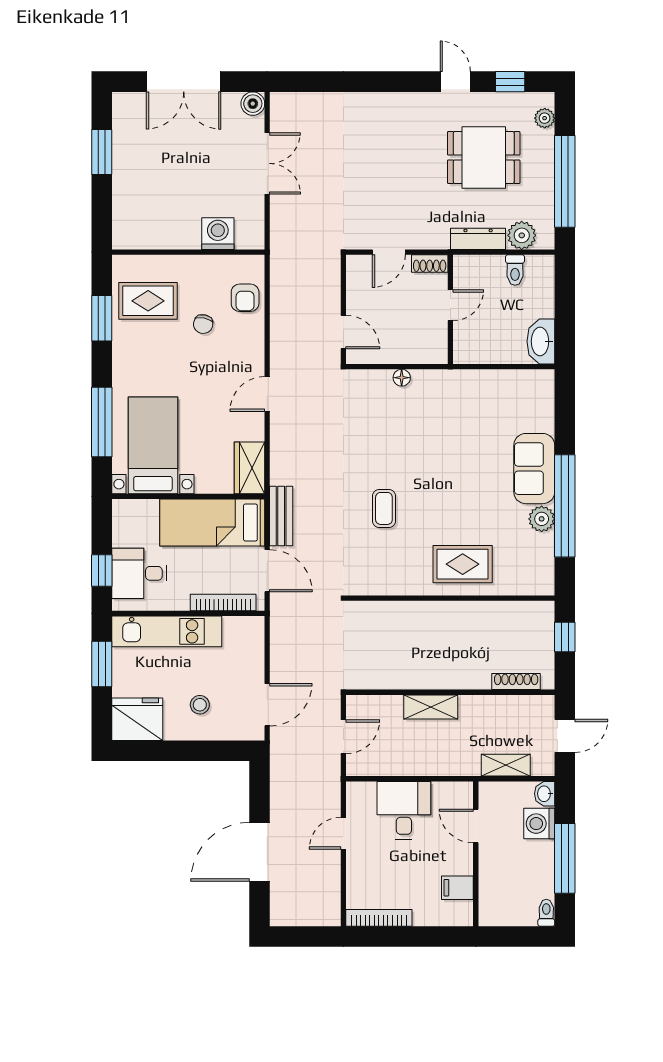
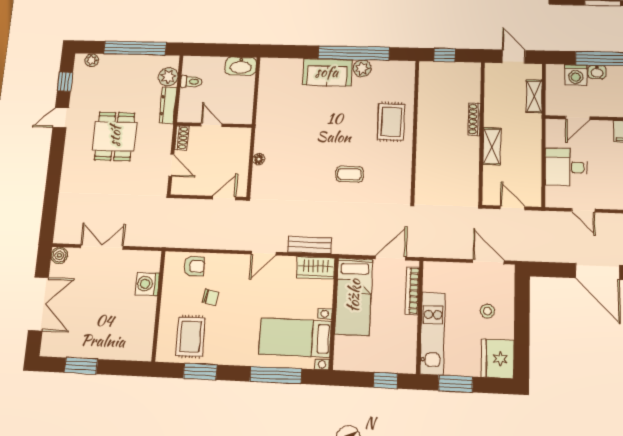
dining table: (484, 157) -> (115, 136), moved
door: (267, 394) -> (264, 253), hinge flipped
bench: (281, 516) -> (309, 245), moved
desk: (139, 573) -> (389, 352), removed
shoe rack: (516, 682) -> (474, 119), moved
washbasin: (545, 794) -> (597, 72), moved

